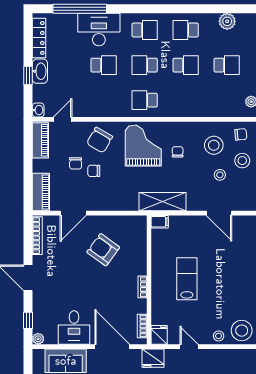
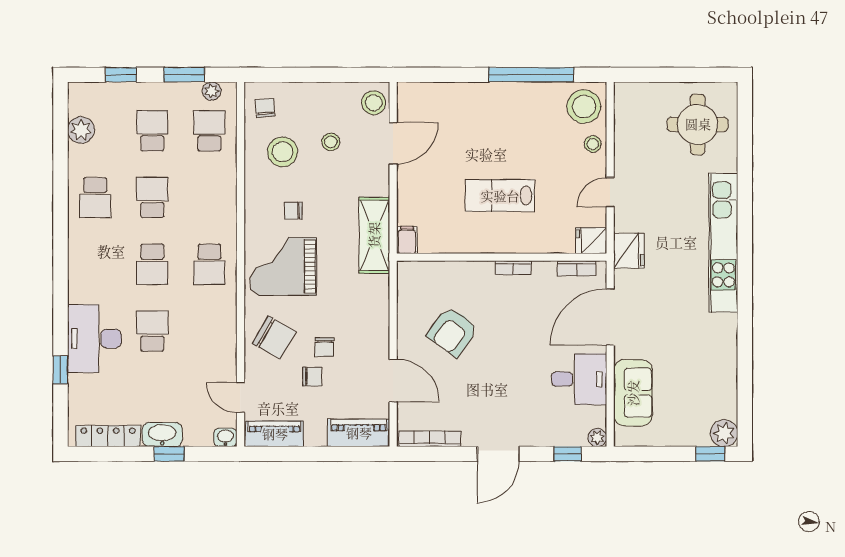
window: (80, 9) -> (60, 370), width x0.32
school desk: (145, 30) -> (209, 131), moved
stool: (242, 161) -> (374, 103), moved

